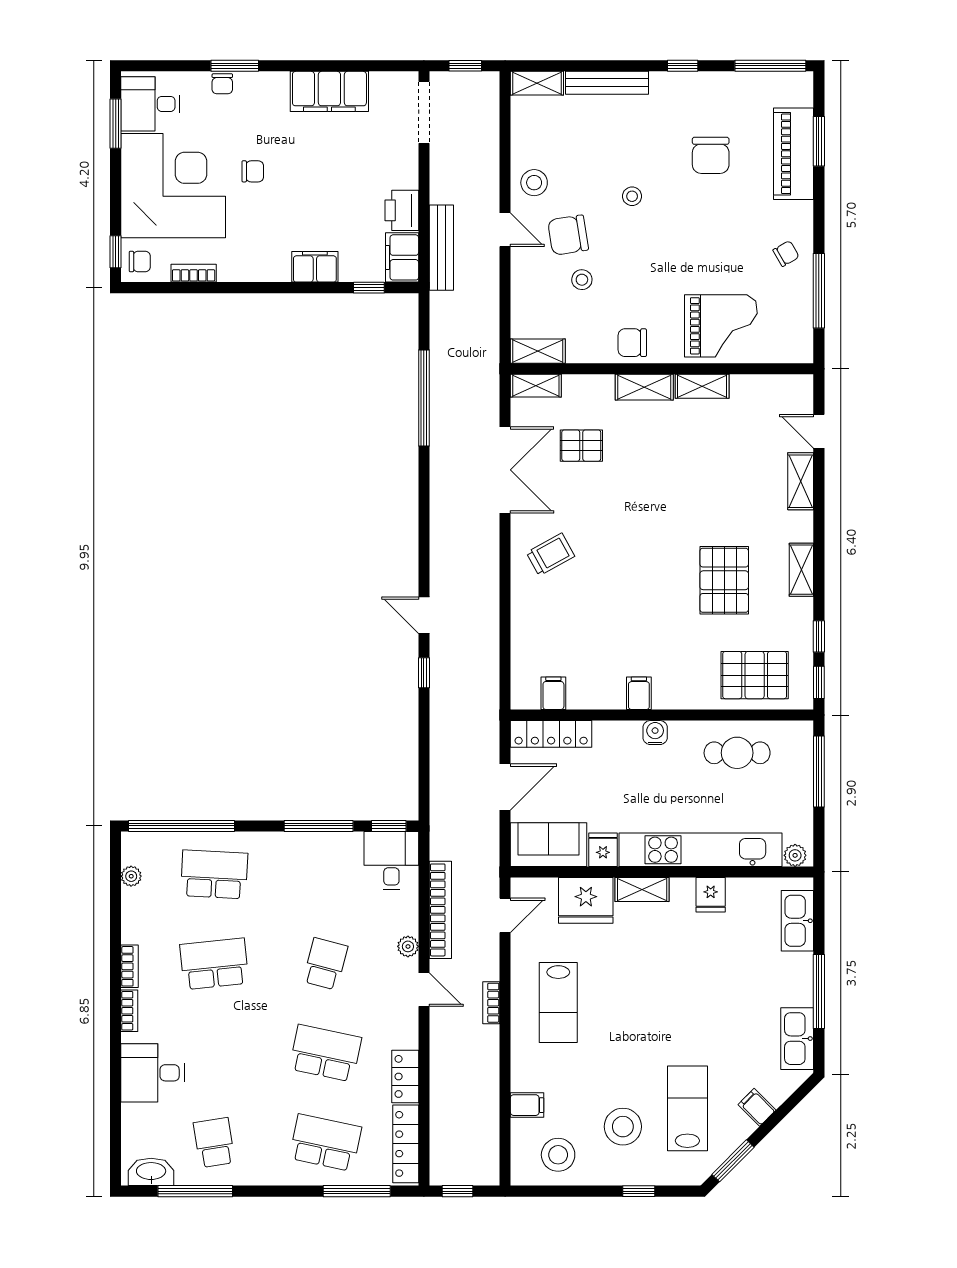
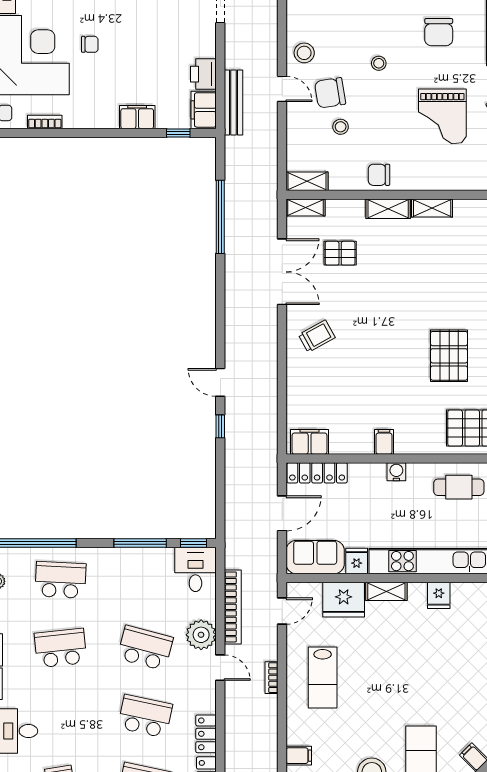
grand piano: (721, 326) -> (442, 116), moved, turned 90
filing cabinet: (553, 693) -> (310, 442), width x2.00
plant: (408, 946) -> (201, 635), width x1.87, depth x1.87
school desk: (325, 964) -> (145, 648), width x1.85

